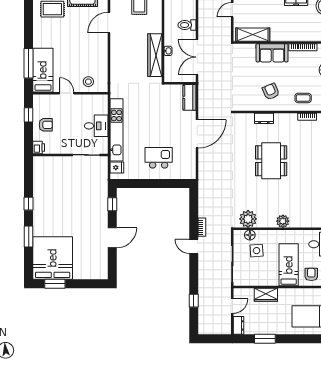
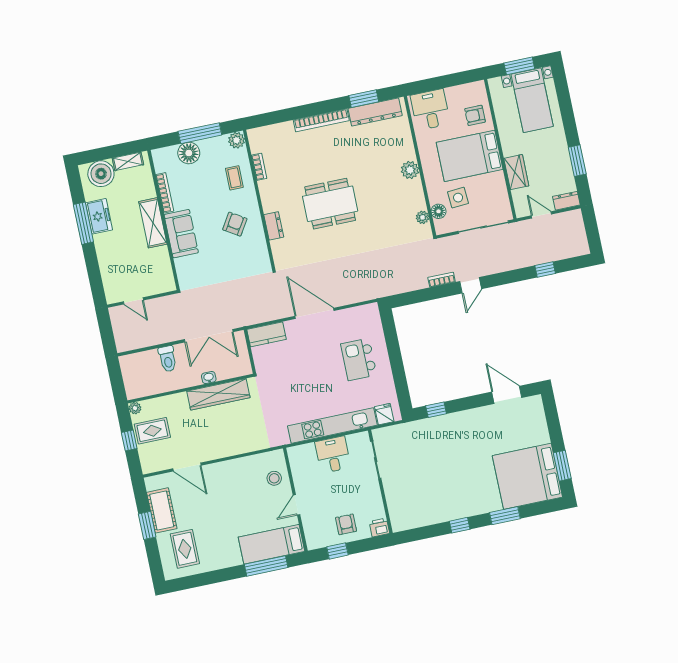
shelving: (253, 35) -> (153, 223), moved
armchair: (271, 92) -> (235, 224), turned 145
plant: (248, 219) -> (422, 217), width x0.53, depth x0.53
door: (112, 238) -> (507, 395), moved
bed: (289, 265) -> (470, 156), width x1.50

